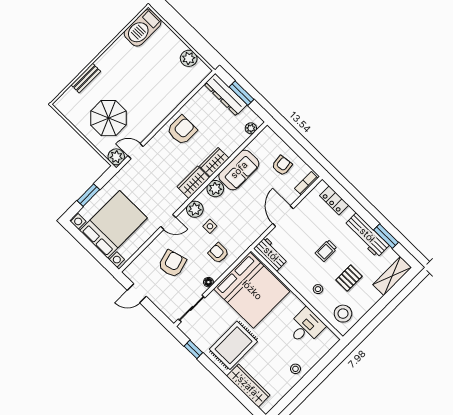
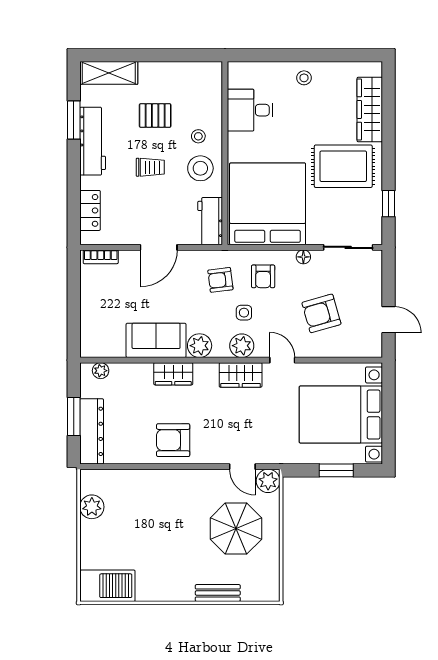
armchair: (282, 166) -> (220, 280), moved
wardrobe: (193, 182) -> (241, 375), moved
stool: (343, 314) -> (200, 168), moved

